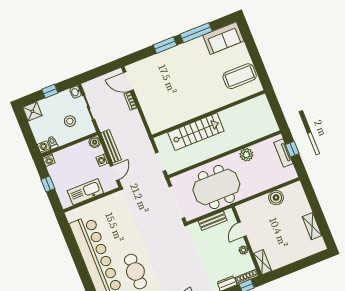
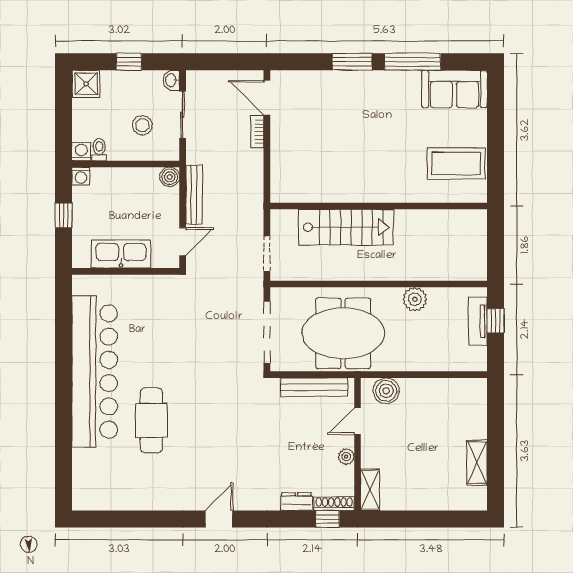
washing machine: (102, 160) -> (170, 212), removed
boiler: (276, 198) -> (386, 391), moved
bench: (213, 221) -> (314, 387), width x1.36

